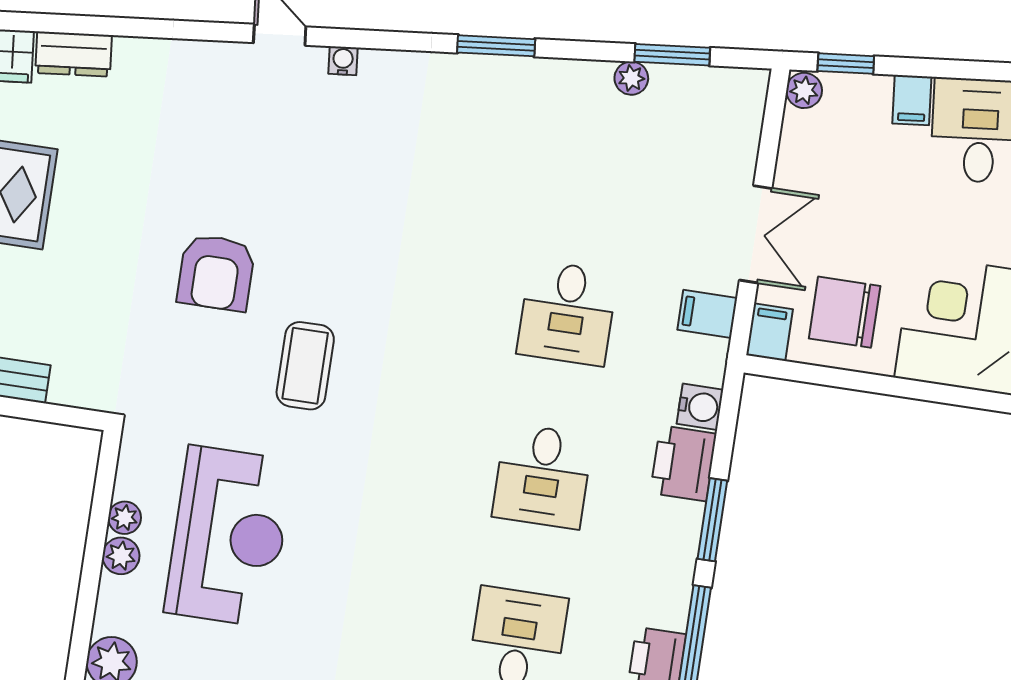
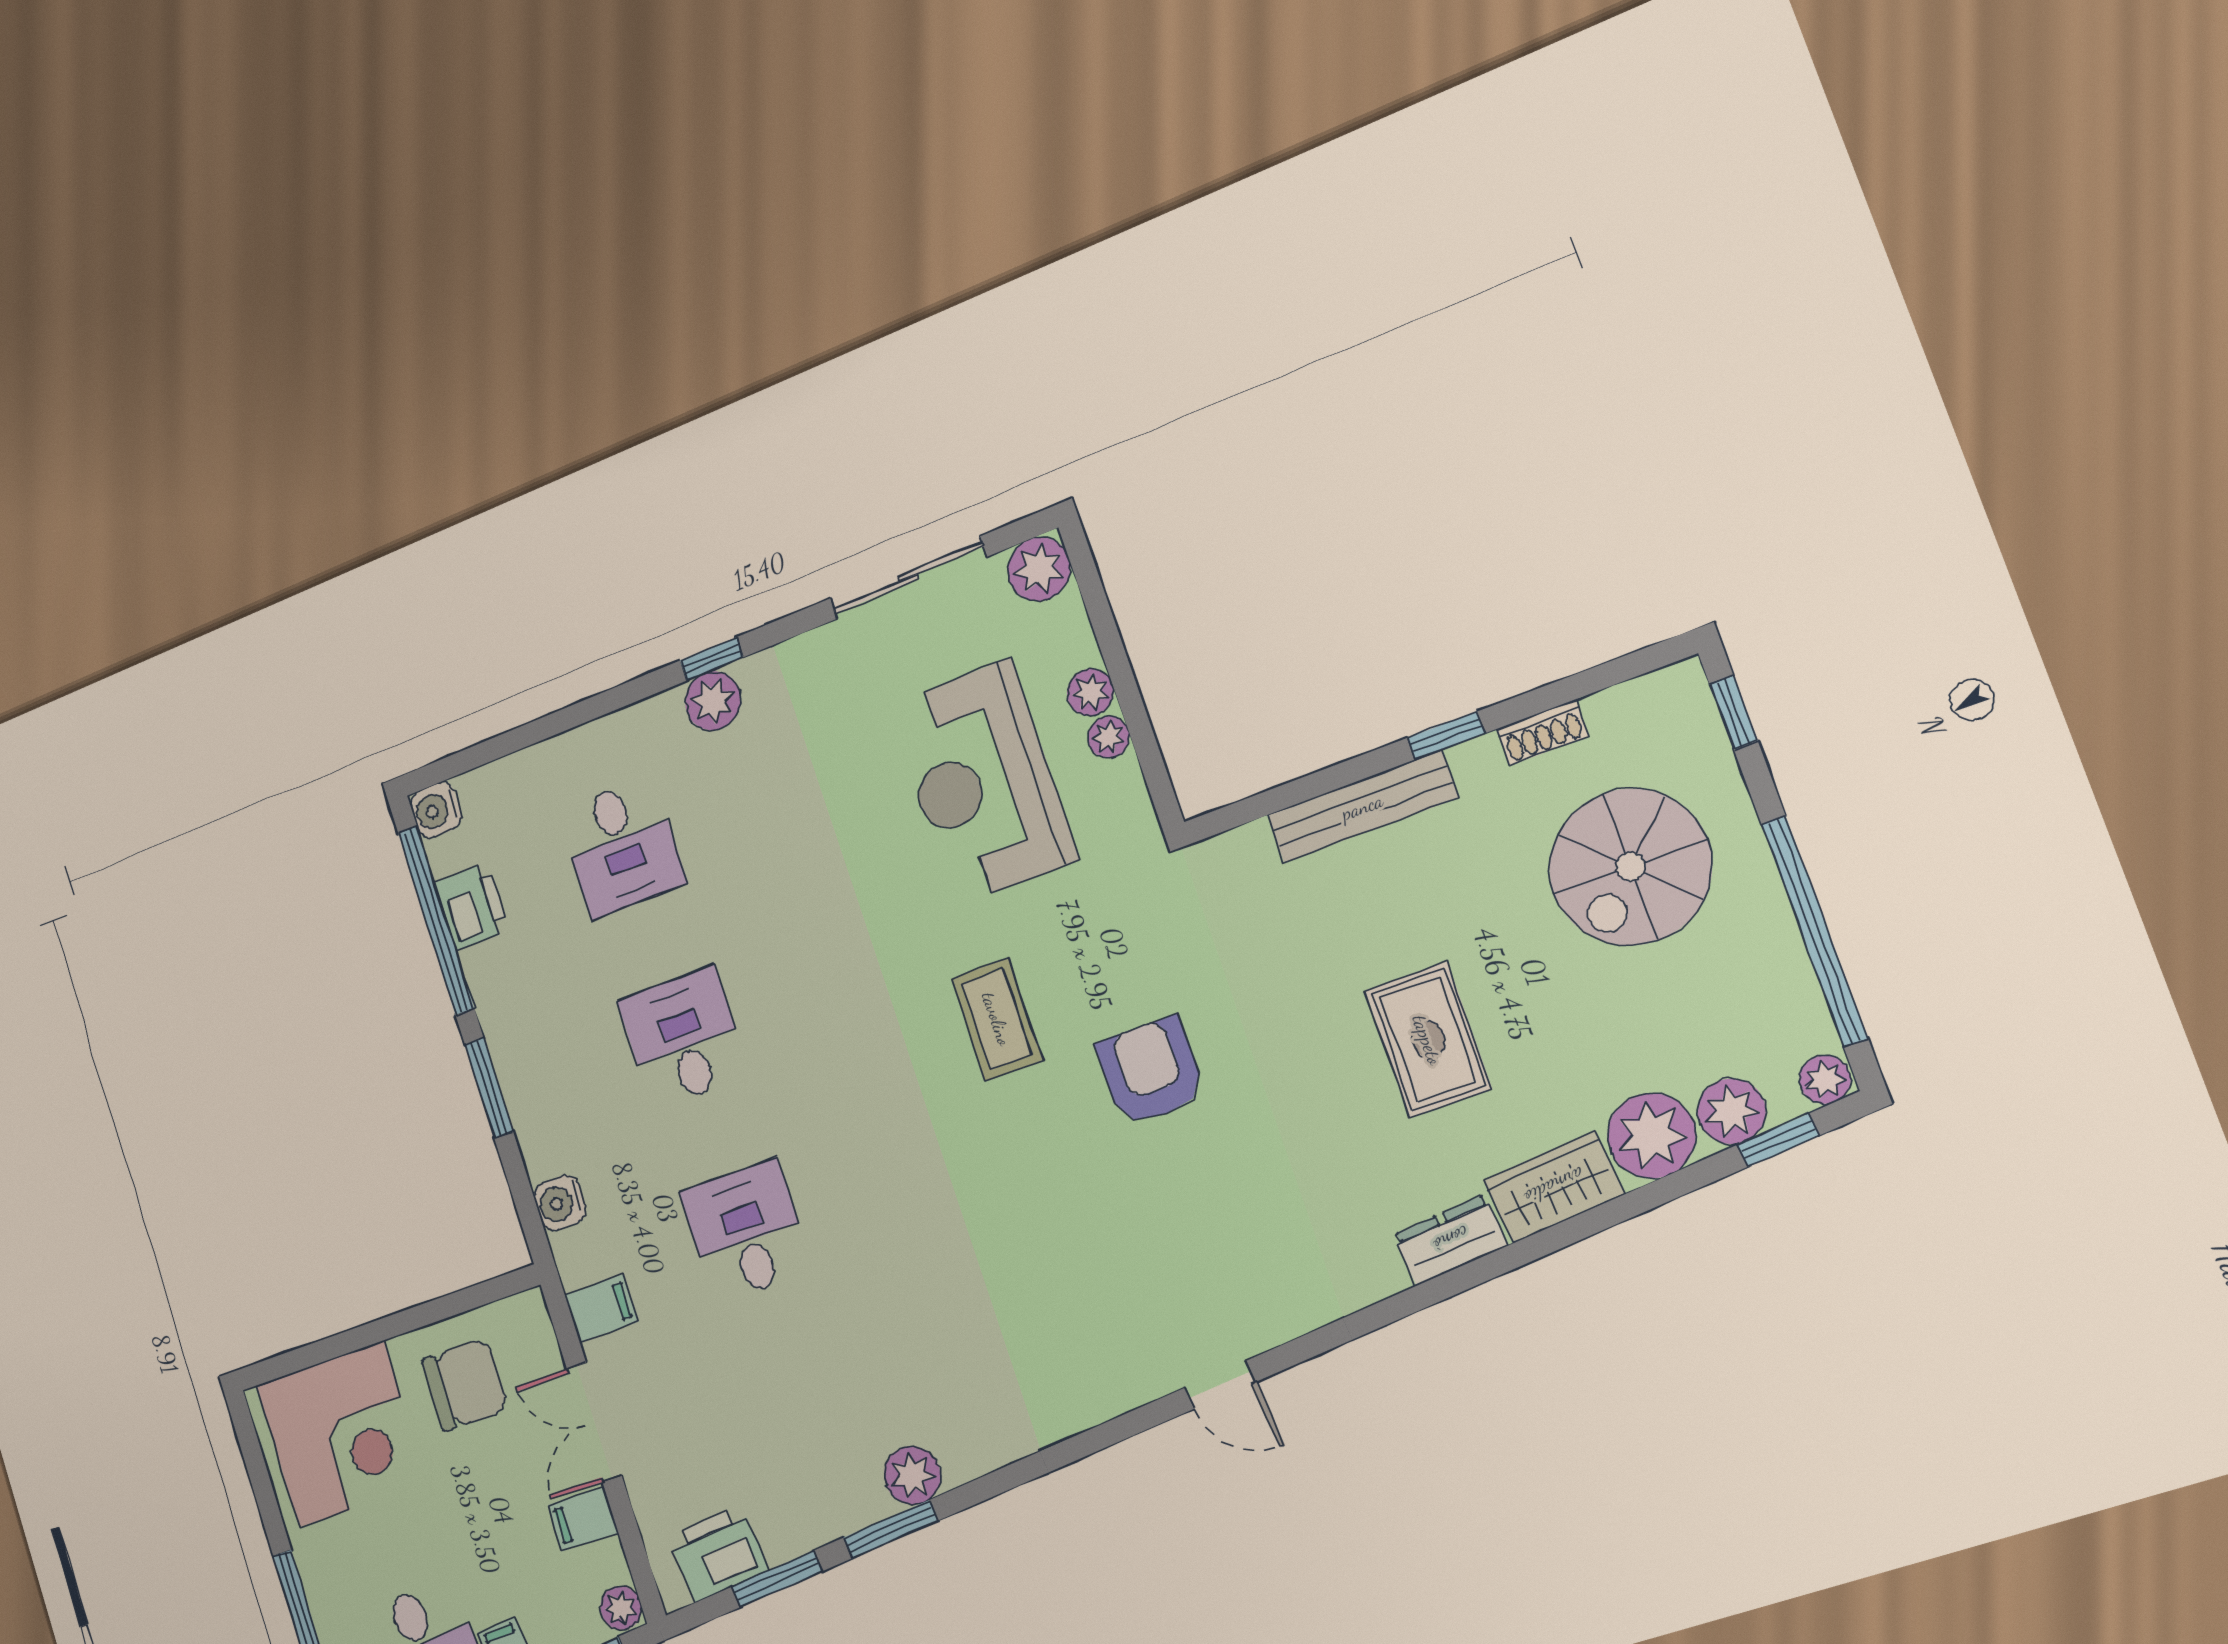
window: (496, 46) -> (890, 1529), moved
water cooler: (343, 61) -> (1133, 1391), removed
plant: (631, 78) -> (912, 1475), moved, width x1.38, depth x1.38
filing cabinet: (770, 332) -> (583, 1519), moved, turned 90
printer: (683, 463) -> (718, 1554), moved, turned -96

